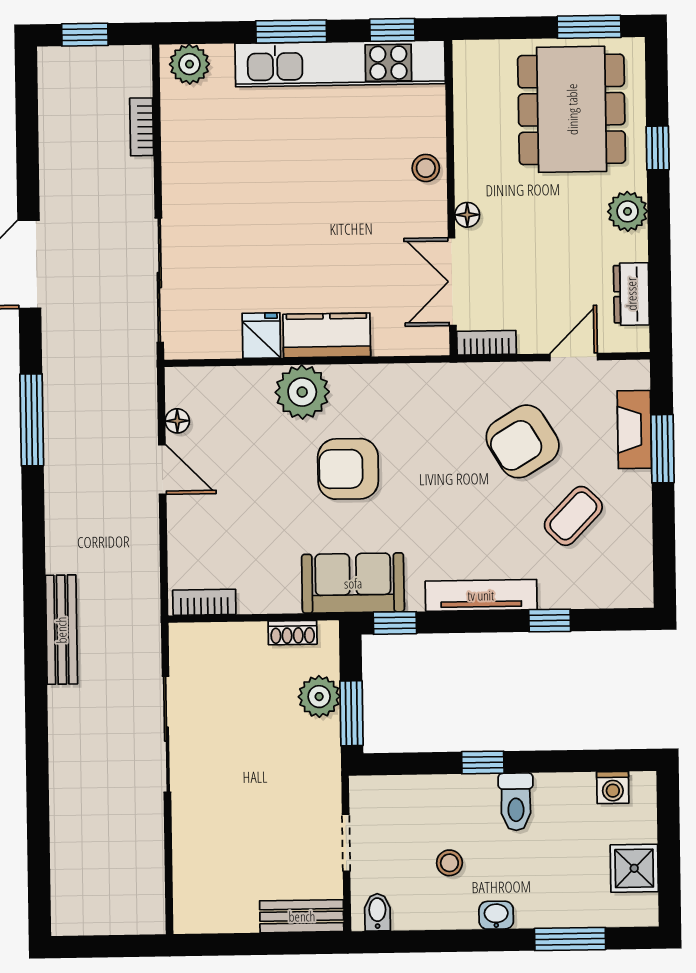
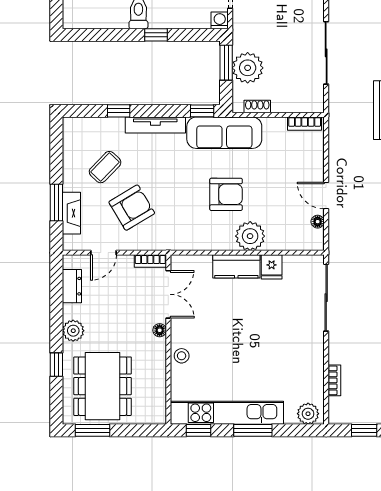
sofa: (353, 583) -> (224, 133), width x1.36
plant: (319, 697) -> (248, 68), width x1.36, depth x1.36
washing machine: (613, 787) -> (220, 20), moved

